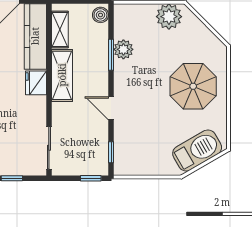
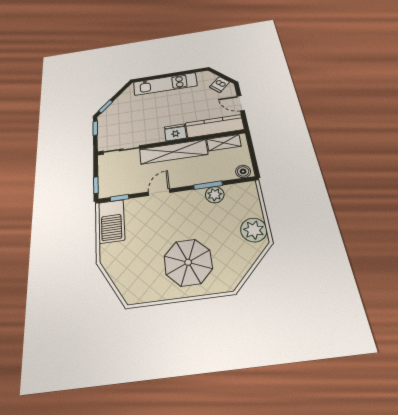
shelving: (62, 75) -> (173, 152), width x1.47
barbecue: (197, 151) -> (111, 221), moved, turned 30

